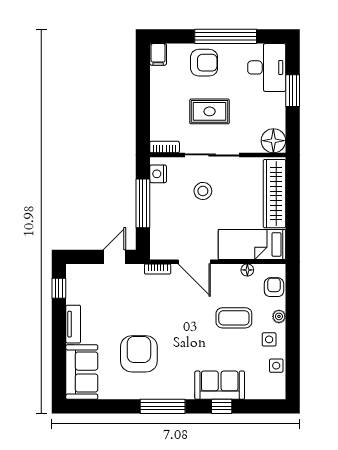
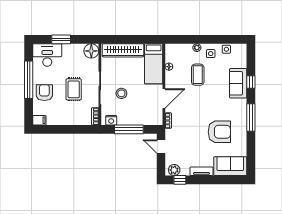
plant: (75, 279) -> (174, 170), added
armchair: (274, 287) -> (179, 51), removed
armchair: (139, 354) -> (219, 132), turned 180

